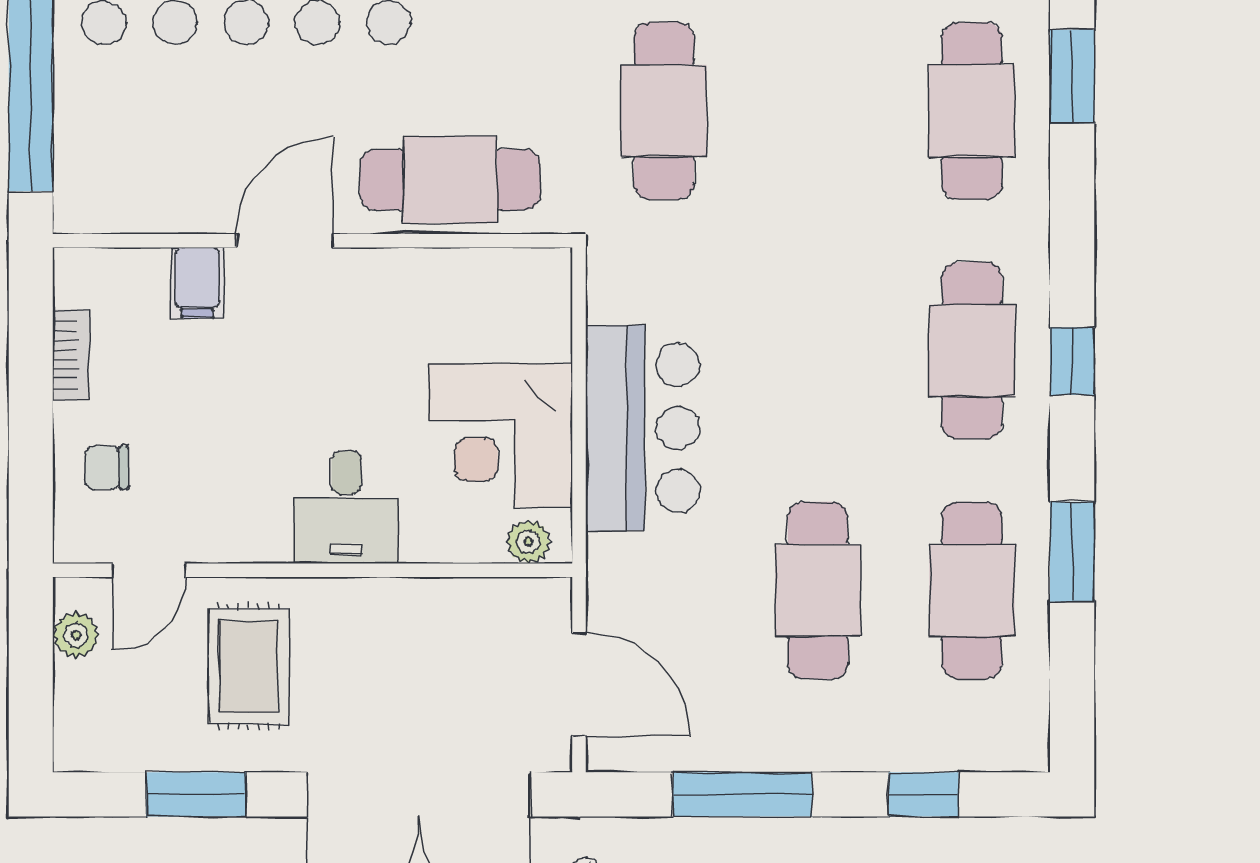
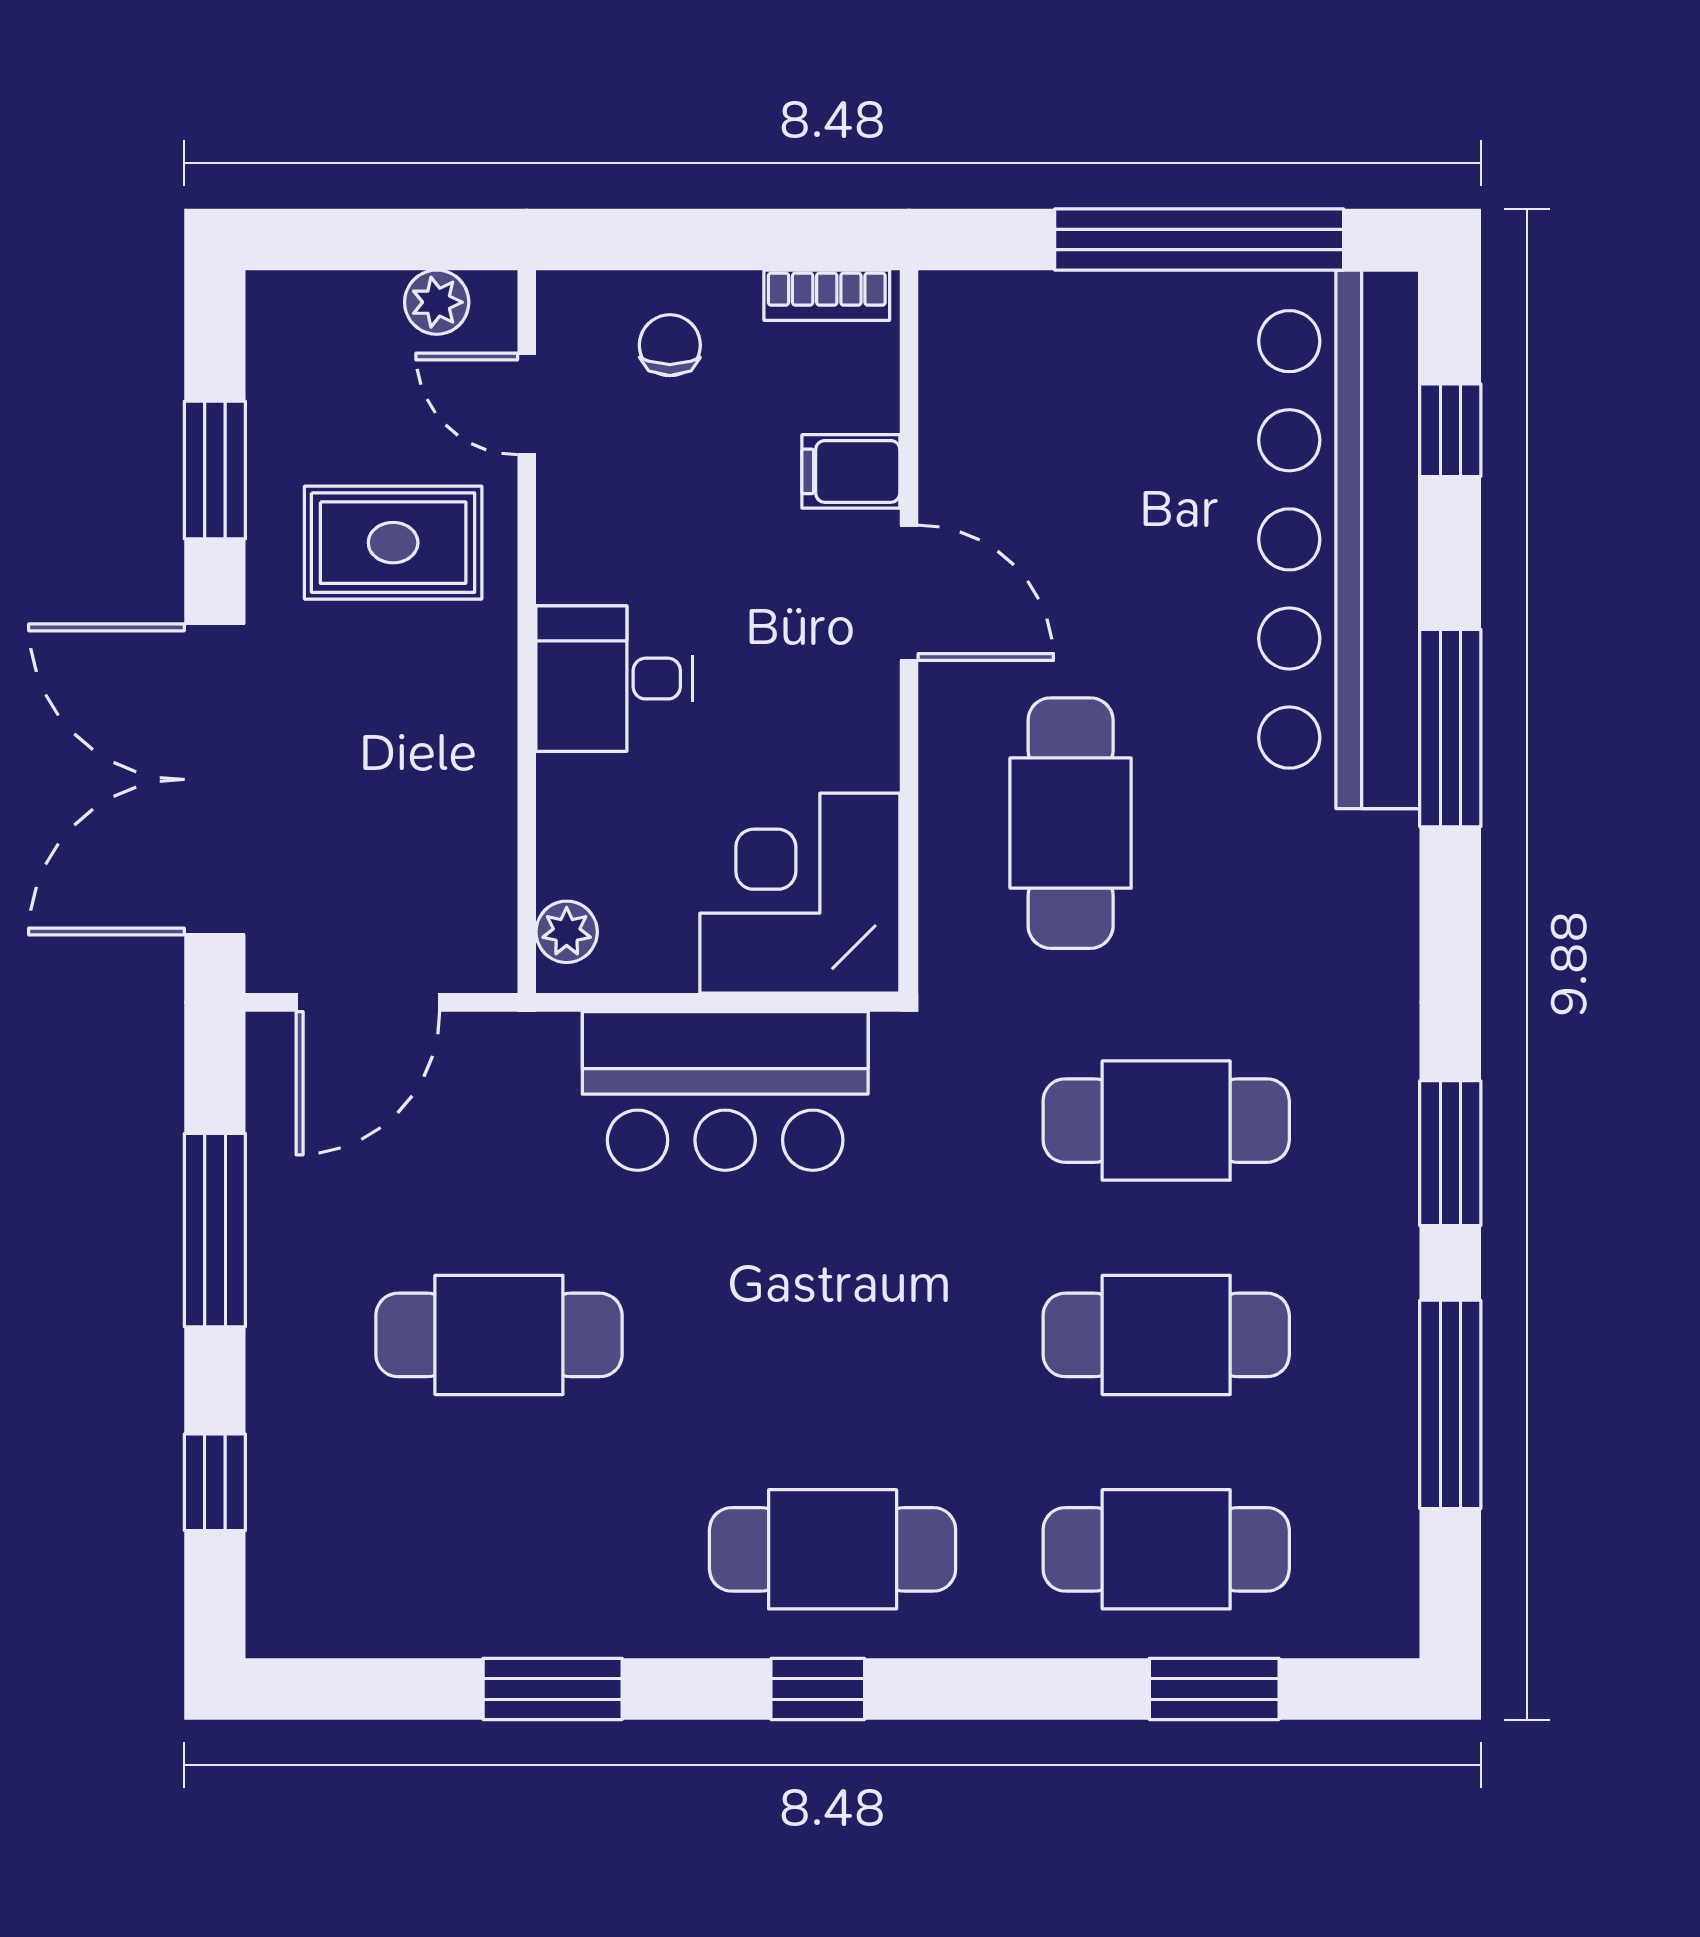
door: (285, 241) -> (909, 593), moved
wall: (313, 241) -> (909, 632), moved
filing cabinet: (197, 283) -> (851, 471), moved
corner desk: (500, 435) -> (800, 893), moved
cafe table: (972, 590) -> (1166, 1335), moved

